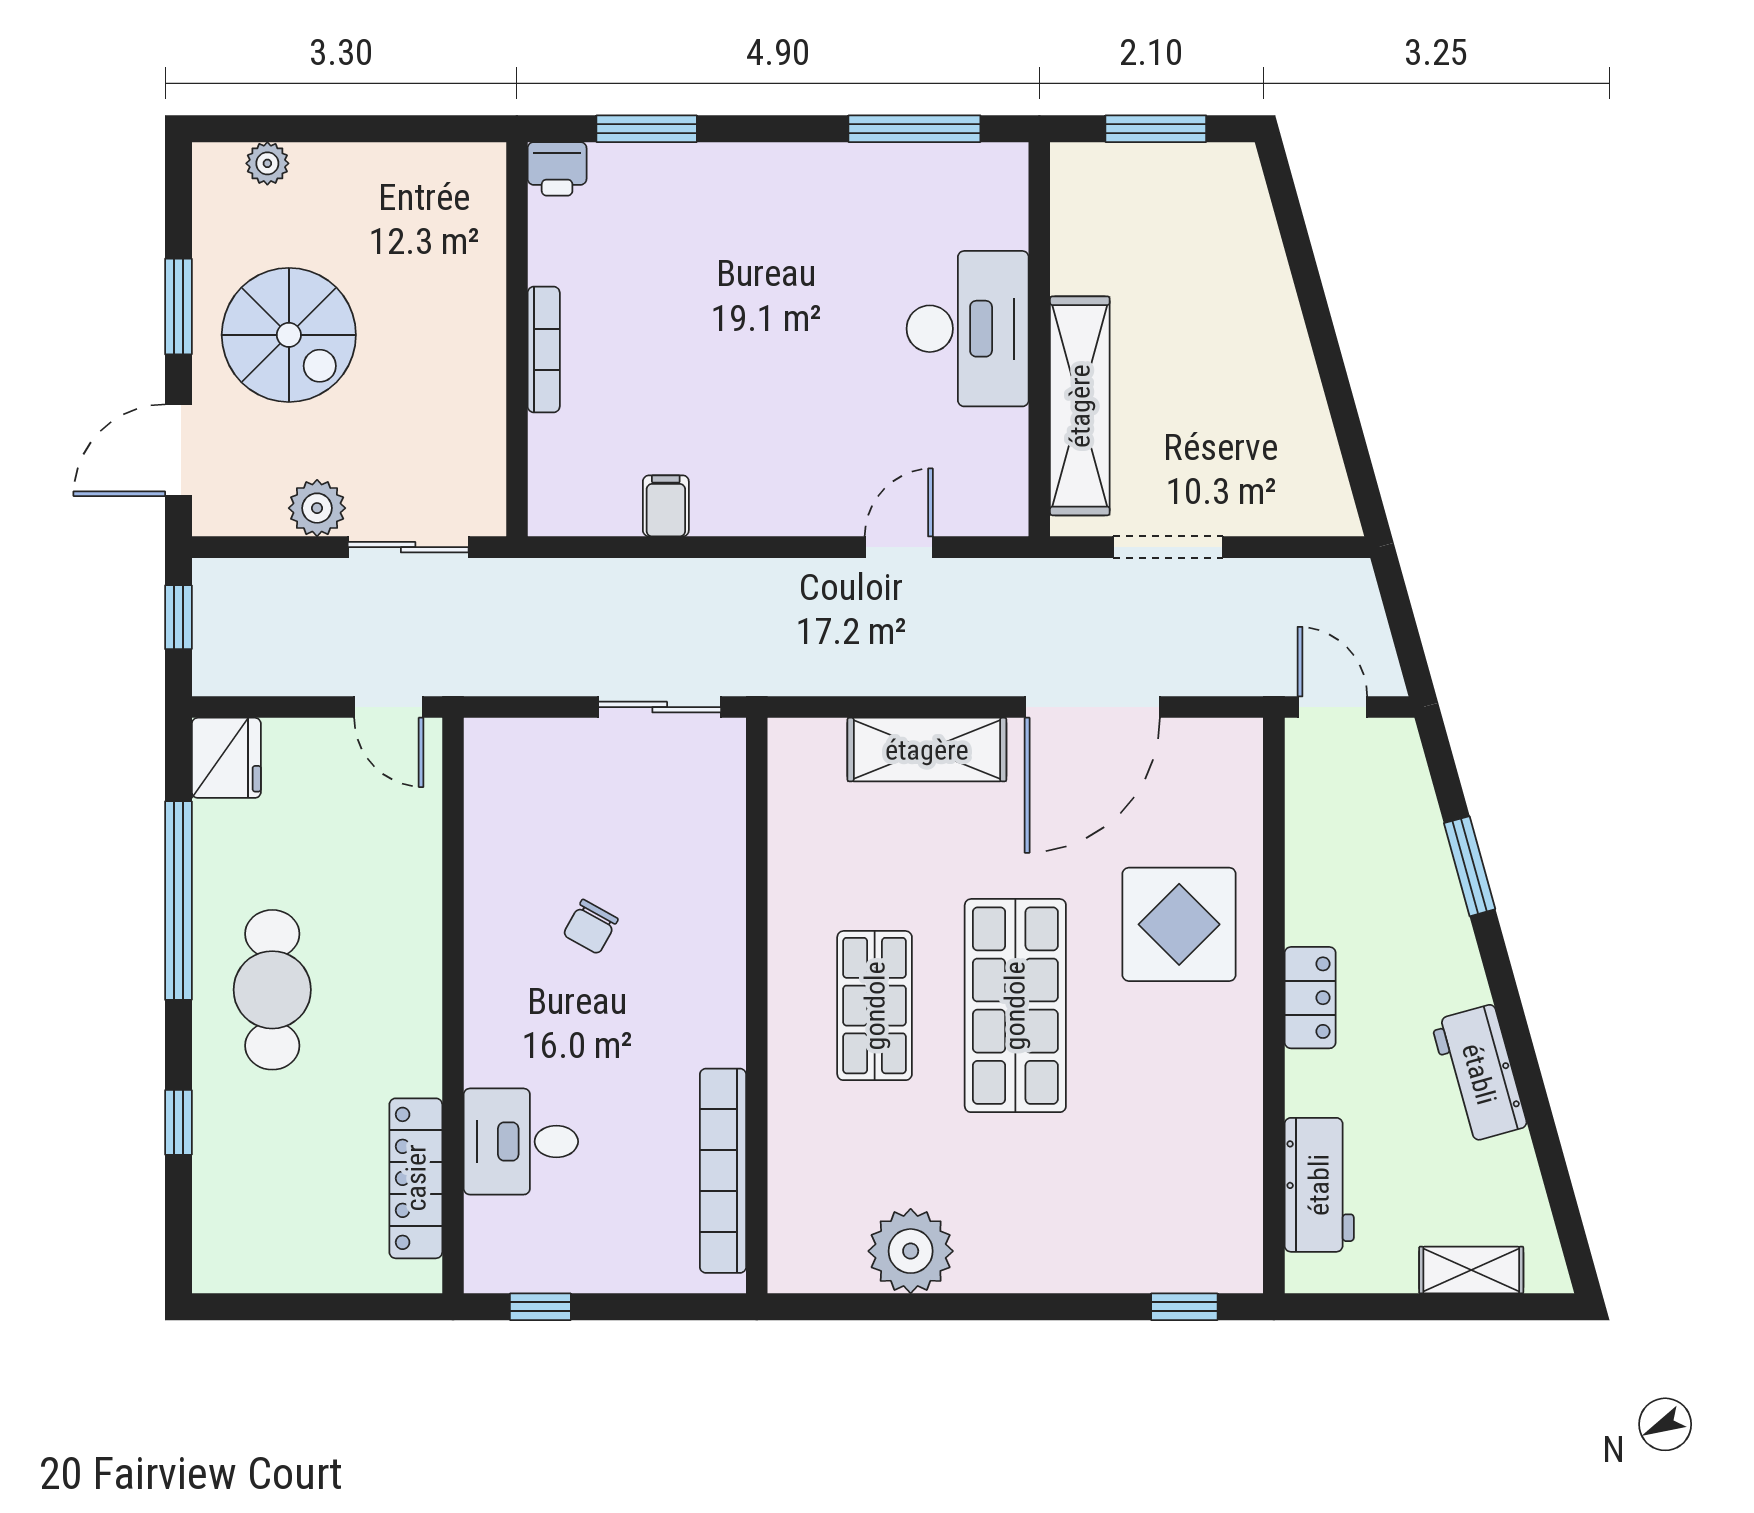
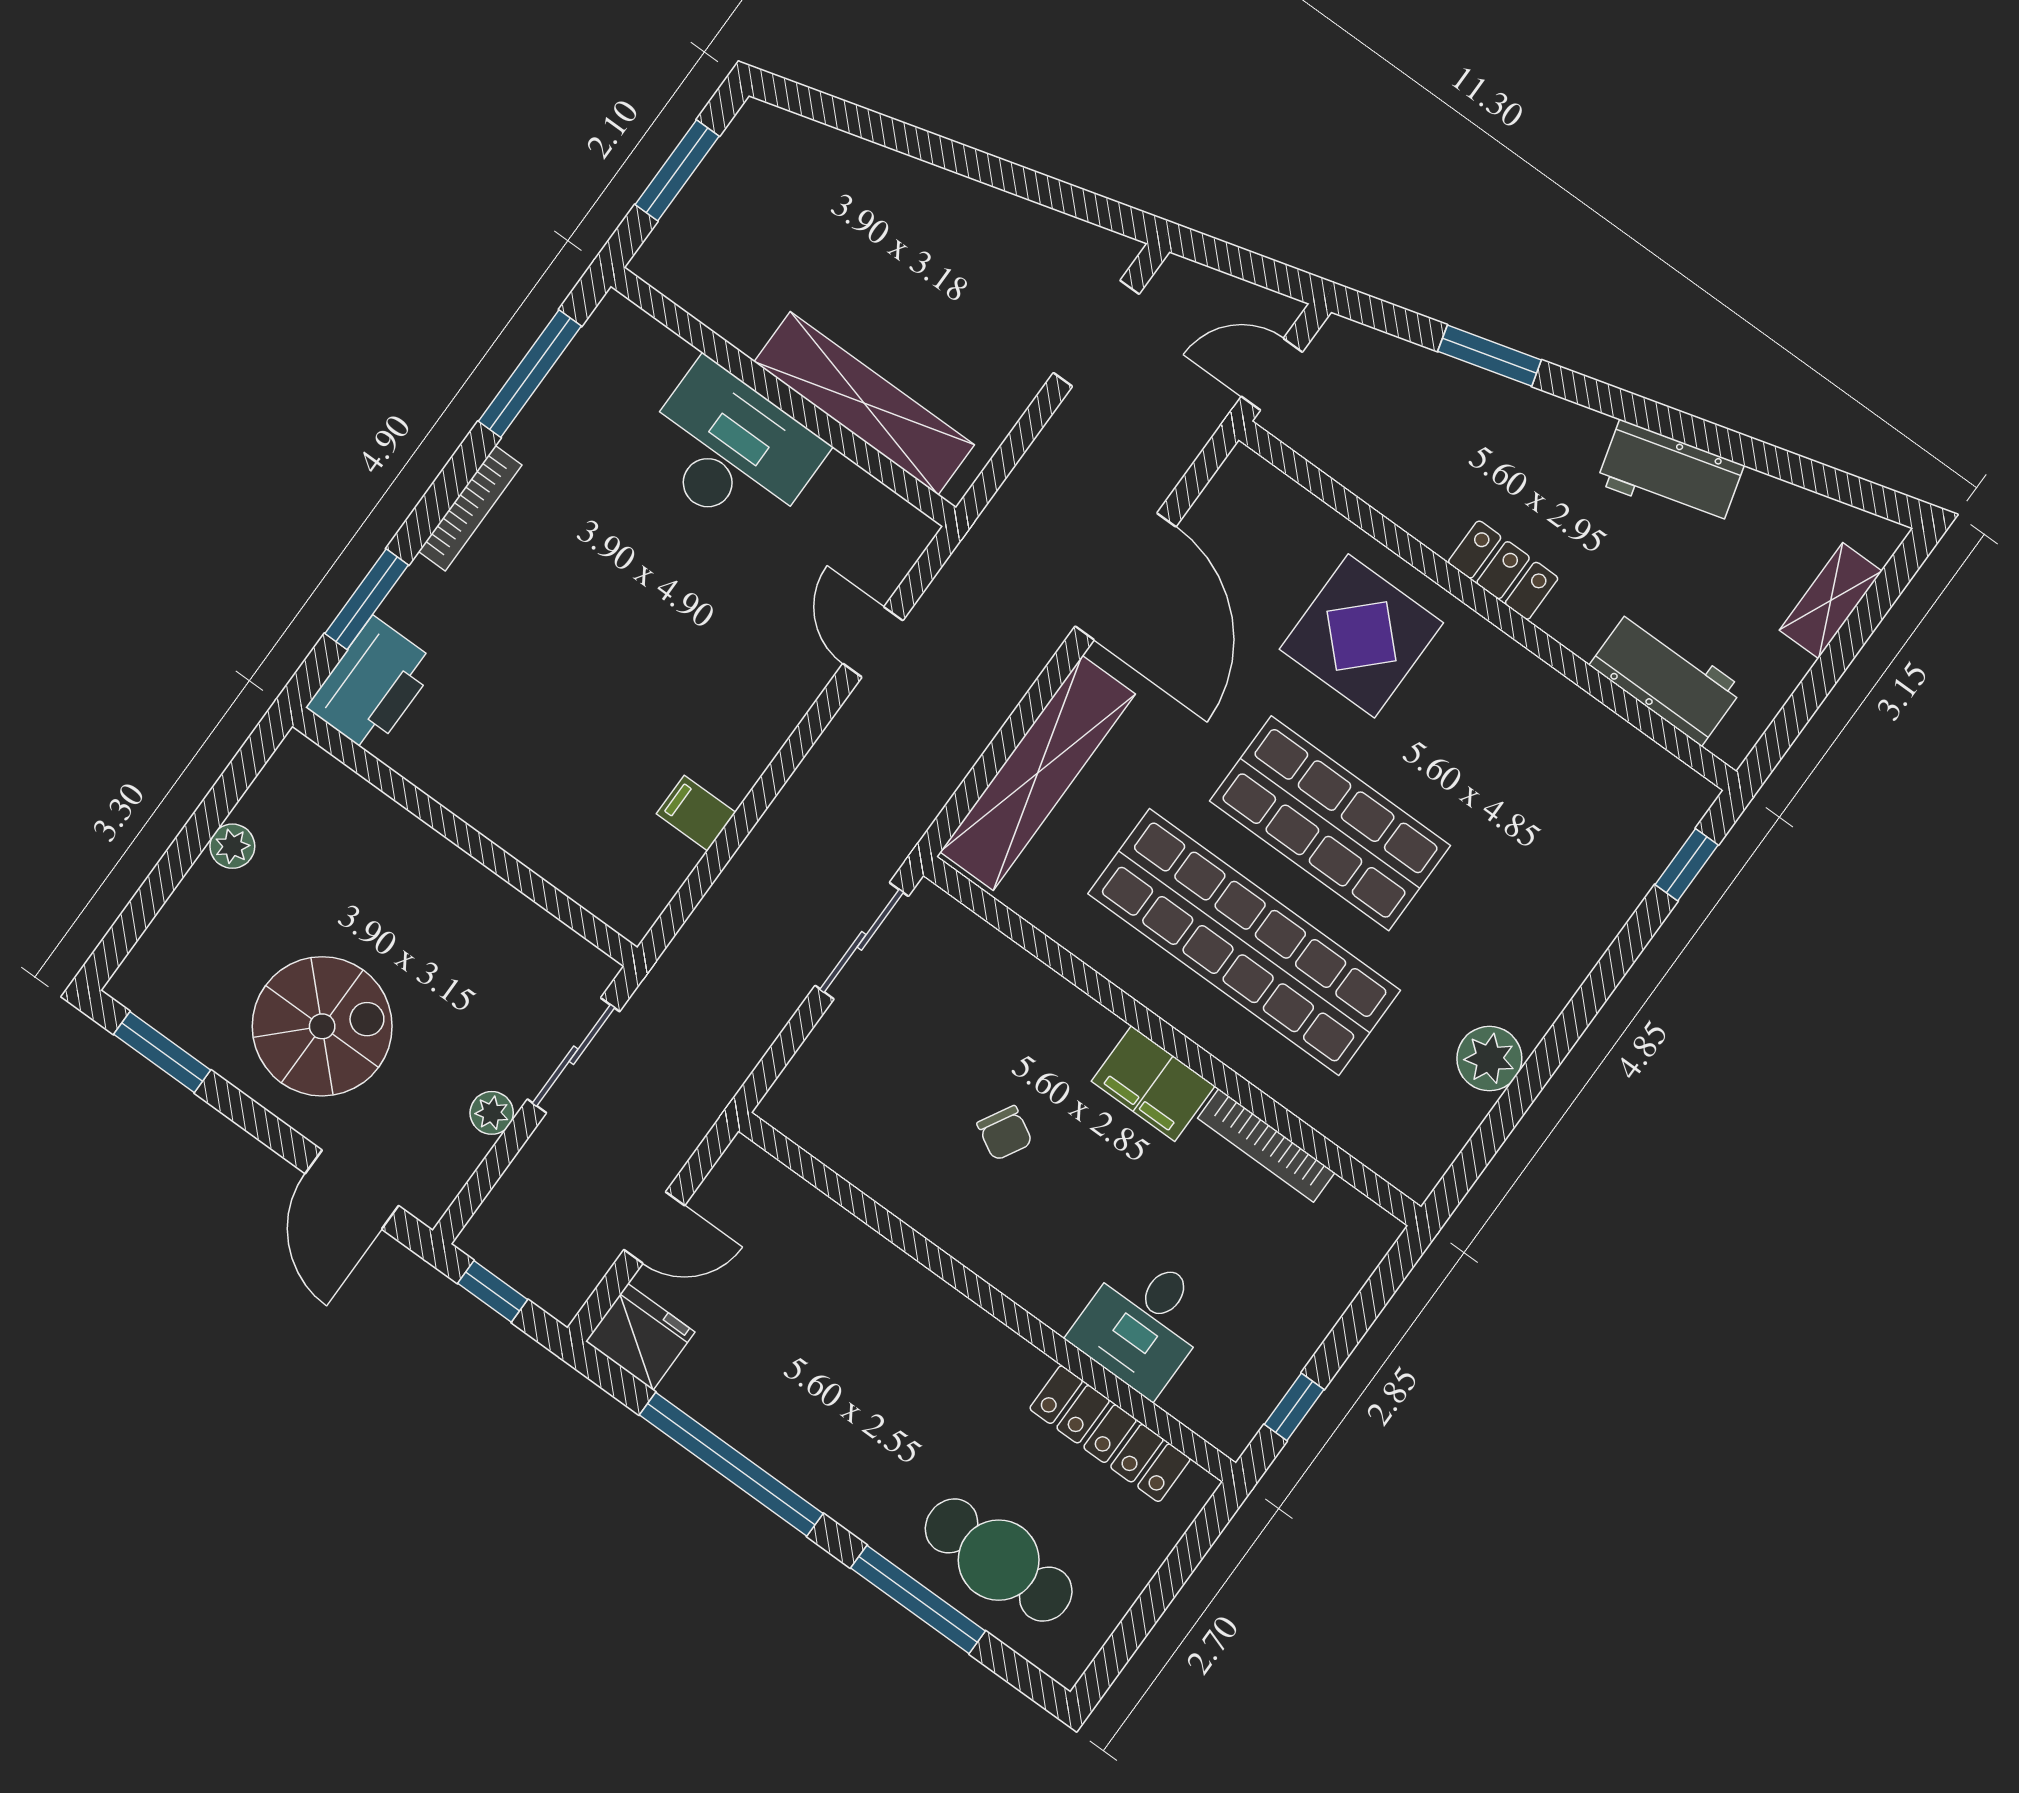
plant: (267, 163) -> (232, 846), moved
printer: (557, 169) -> (372, 685), width x1.87, depth x1.48
window: (178, 306) -> (162, 1052), moved
bookcase: (544, 350) -> (470, 508), moved, turned 90
plant: (317, 508) -> (492, 1113), width x0.73, depth x0.73
doorway: (1168, 547) -> (1096, 333), moved
door: (389, 707) -> (654, 1228), moved
shelving: (927, 750) -> (1038, 773), width x1.47
cafe table: (272, 990) -> (999, 1560), moved
shop shelf: (875, 1006) -> (1244, 942), width x2.00, depth x1.36
filing cabinet: (713, 1015) -> (1153, 1083), added
window: (178, 1122) -> (918, 1599), width x2.17
bookcase: (723, 1171) -> (1266, 1145), width x0.68, depth x0.76
plant: (911, 1251) -> (1489, 1059), width x0.73, depth x0.73

